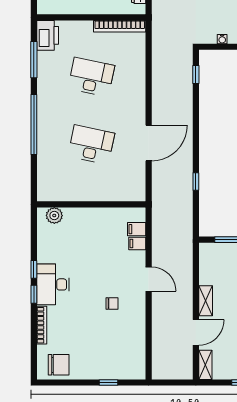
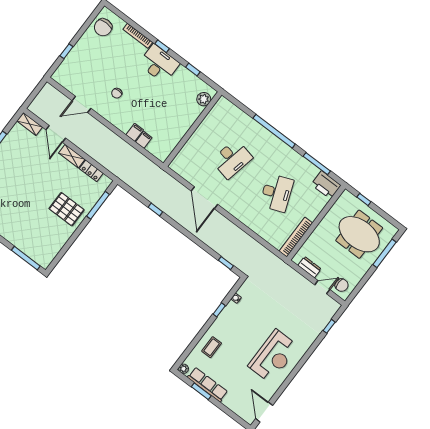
desk: (91, 77) -> (277, 193), turned -33
filing cabinet: (137, 229) -> (135, 132), moved
window: (34, 269) -> (193, 70), moved
locker: (205, 271) -> (91, 171), added
door: (149, 279) -> (82, 104), moved

